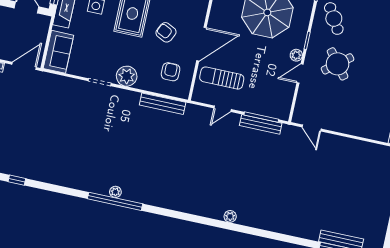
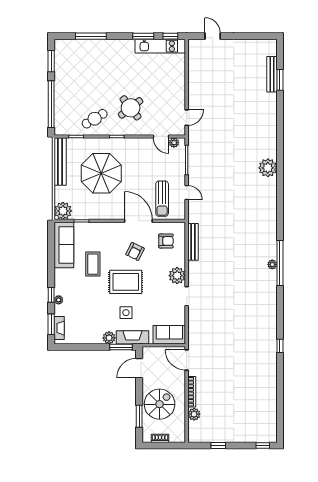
plant: (296, 55) -> (174, 143), moved
armchair: (171, 72) -> (166, 241), turned 180
door: (300, 74) -> (161, 136), moved
bench: (261, 124) -> (193, 159), removed
plant: (230, 216) -> (268, 168), width x1.87, depth x1.87

